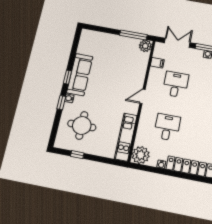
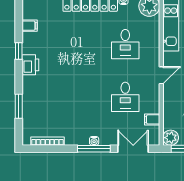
double door: (177, 43) -> (133, 149), swing flipped

